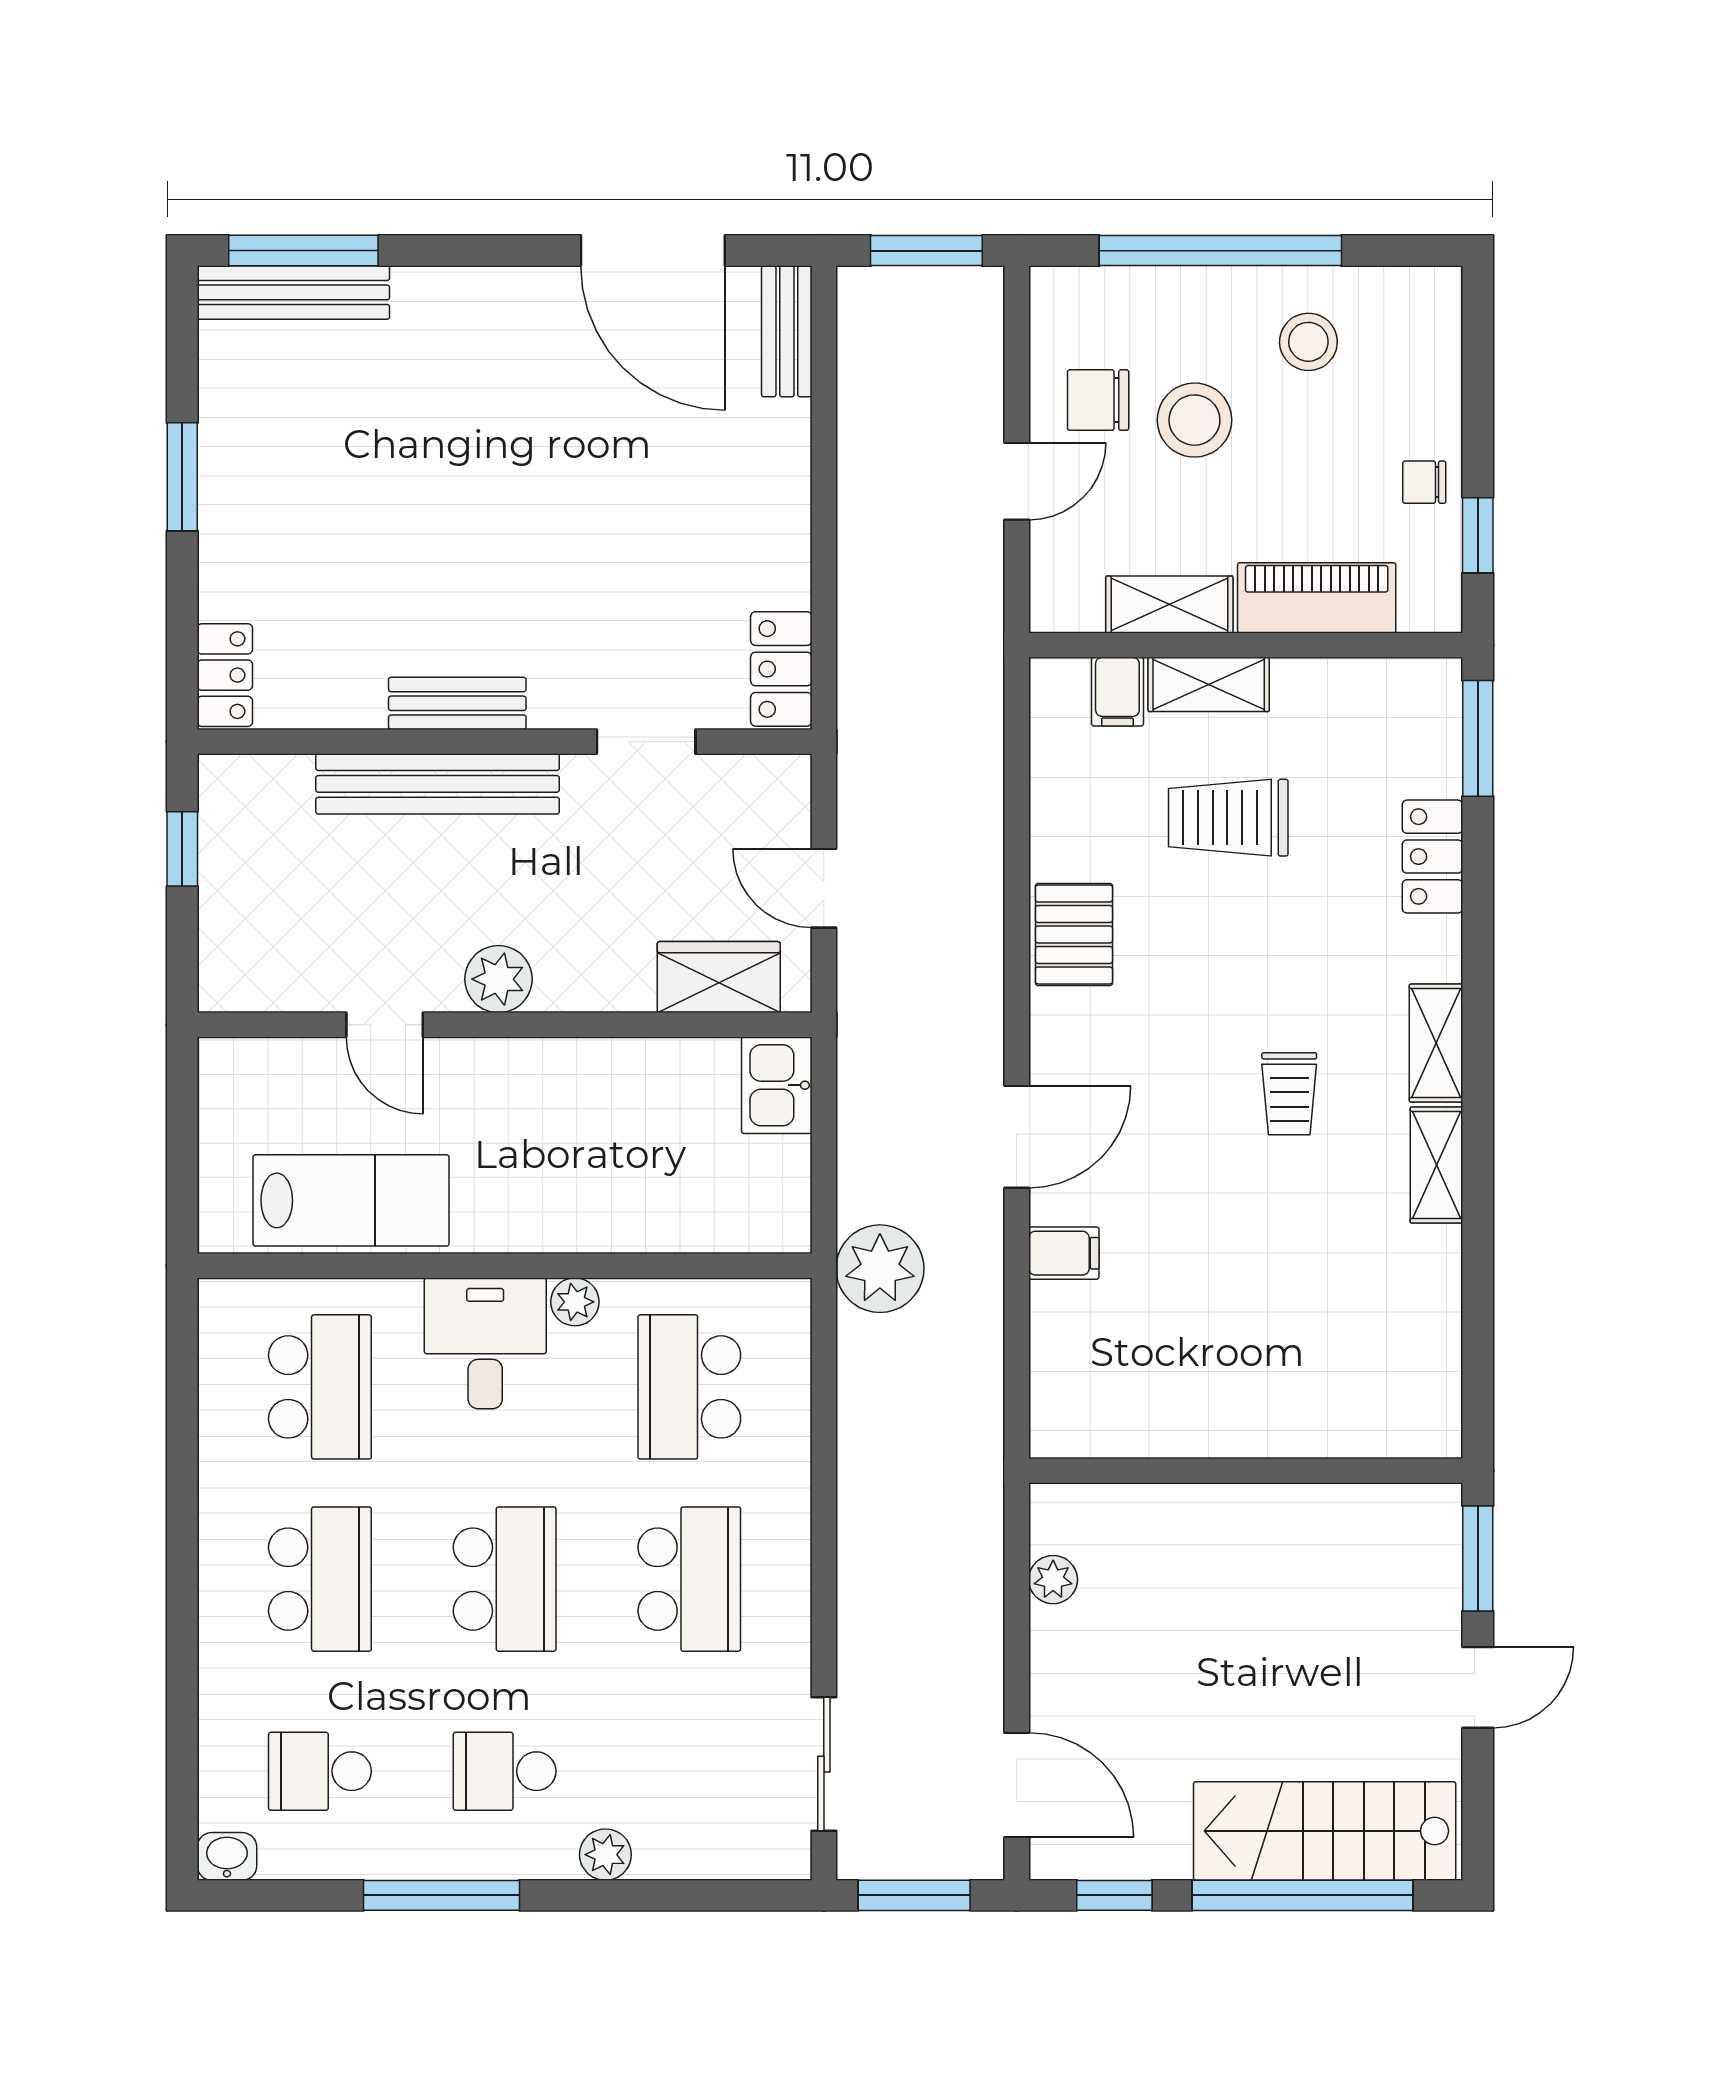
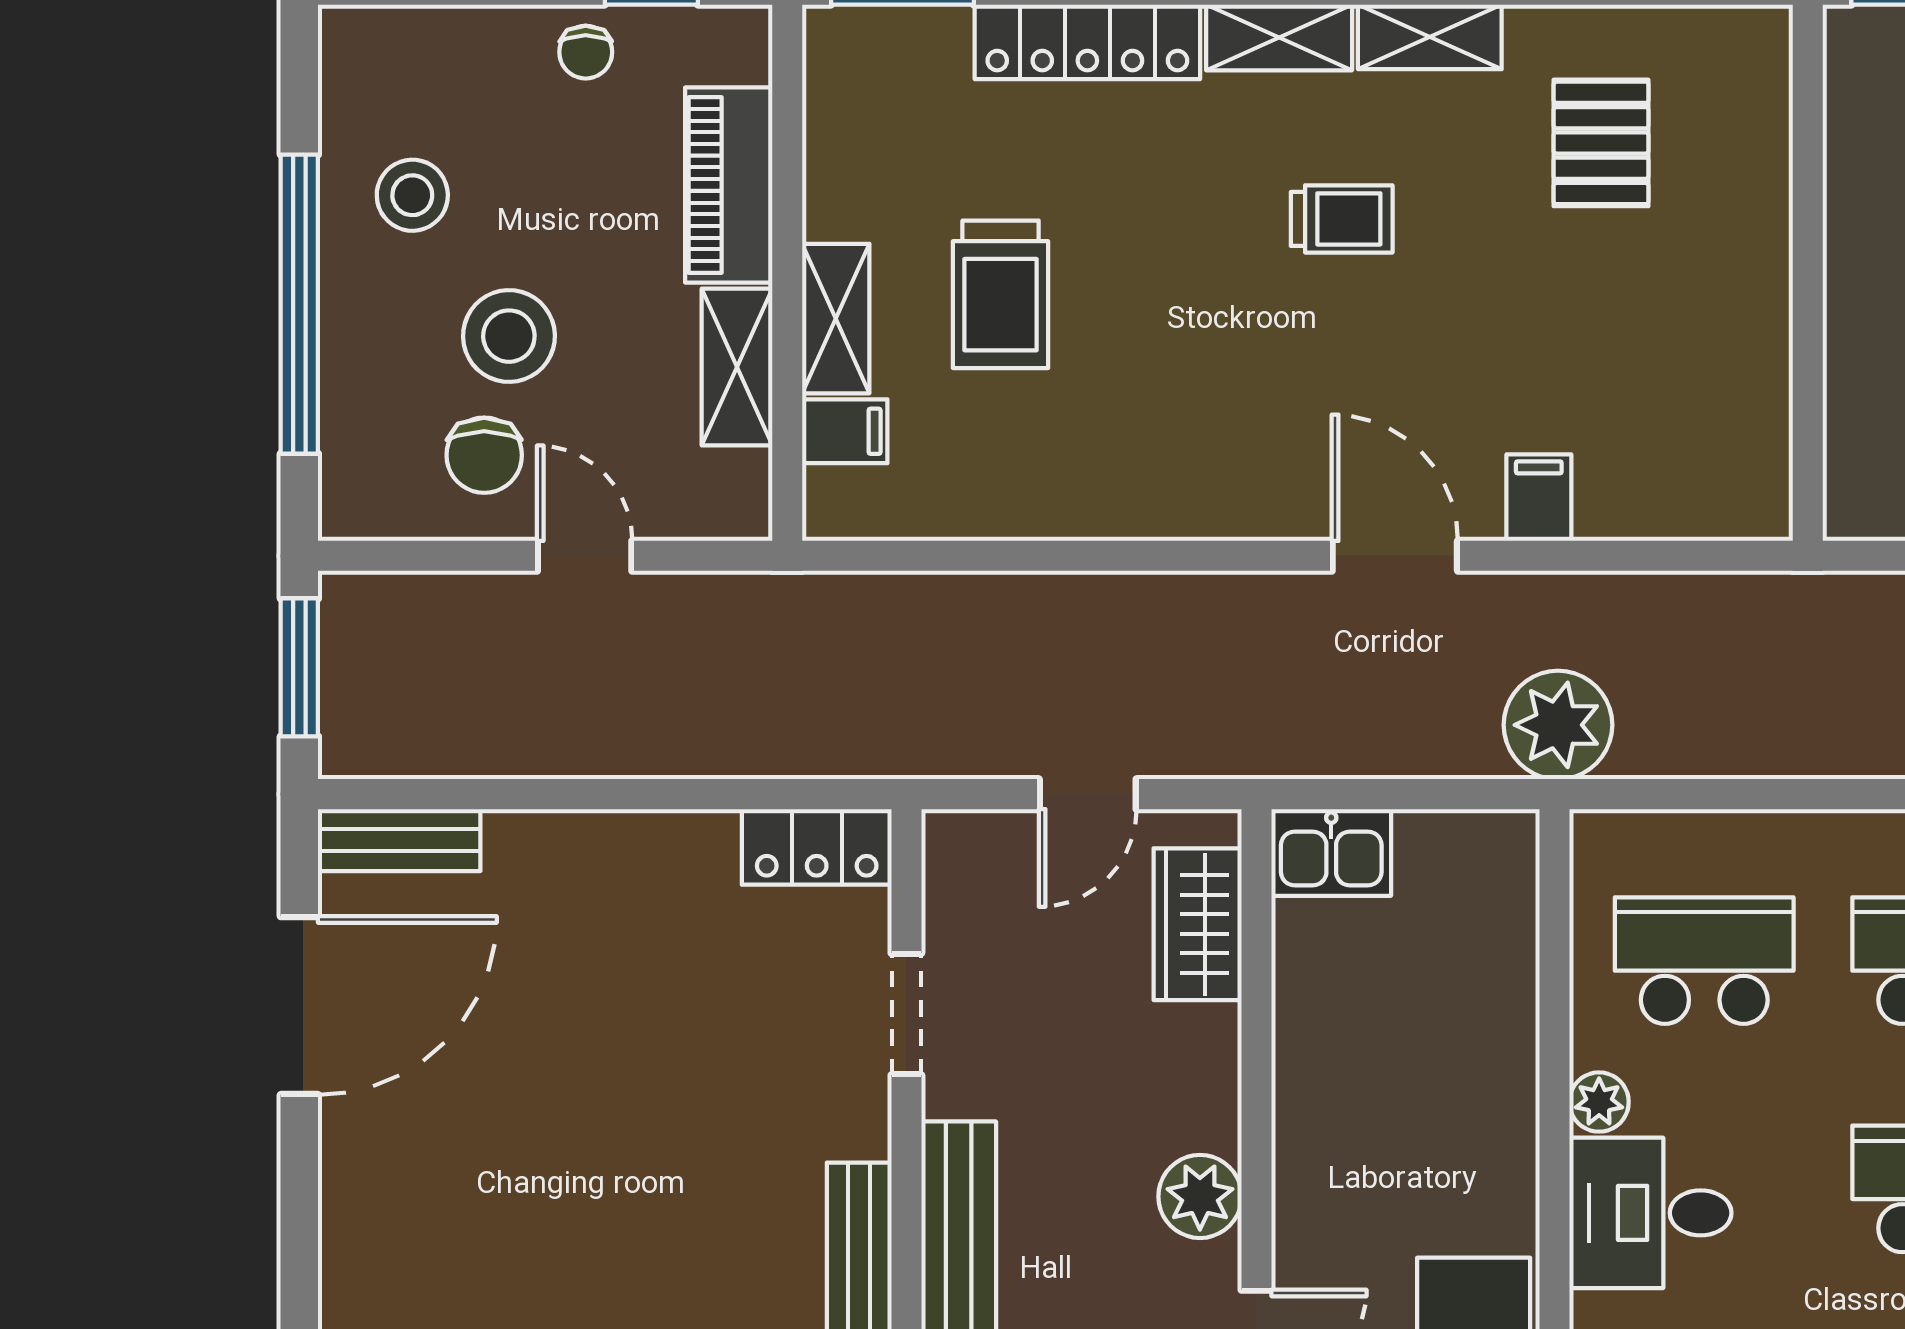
locker: (1432, 857) -> (1087, 42), width x1.53
pallet: (1074, 934) -> (1601, 143), moved, turned 90
school desk: (689, 1387) -> (1704, 961), turned 180

